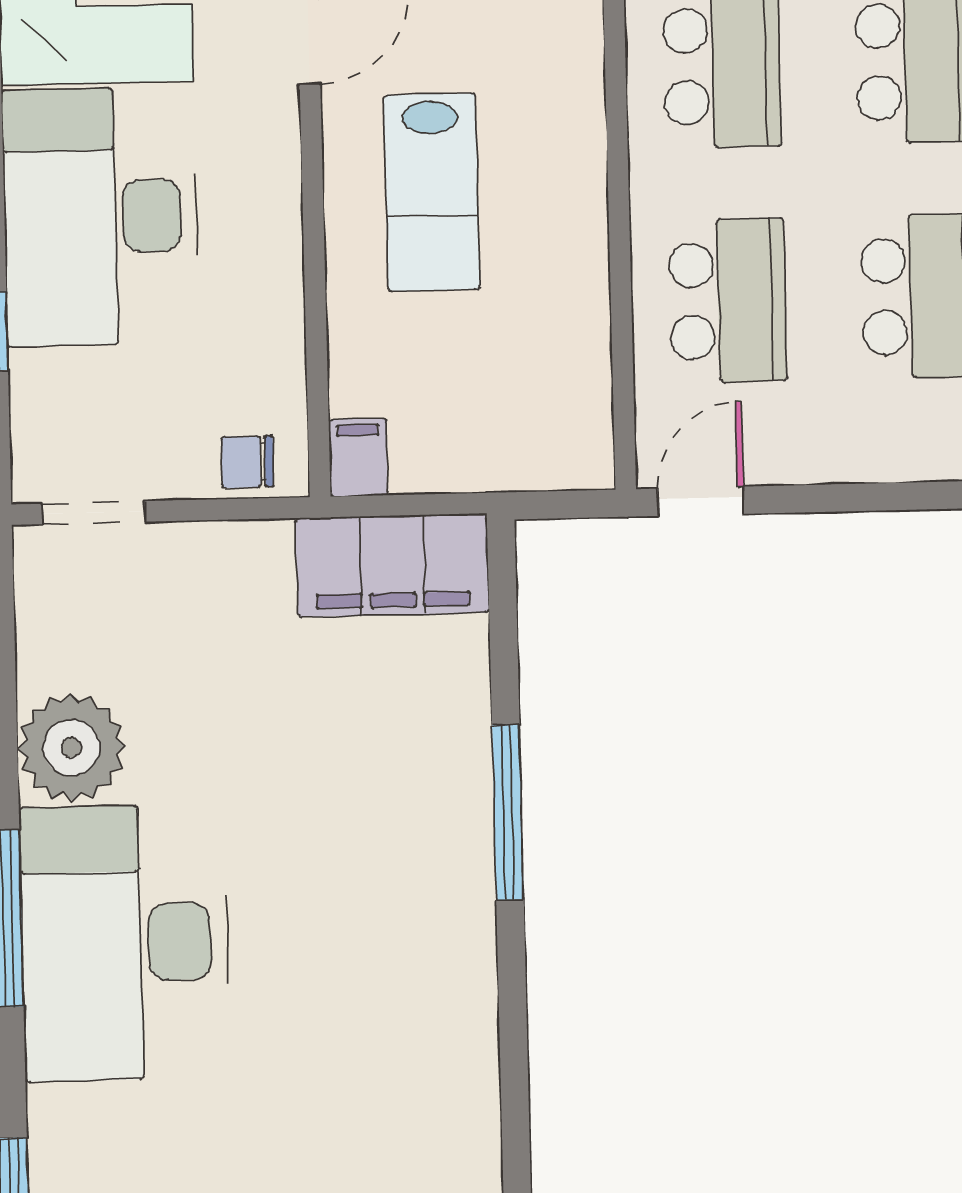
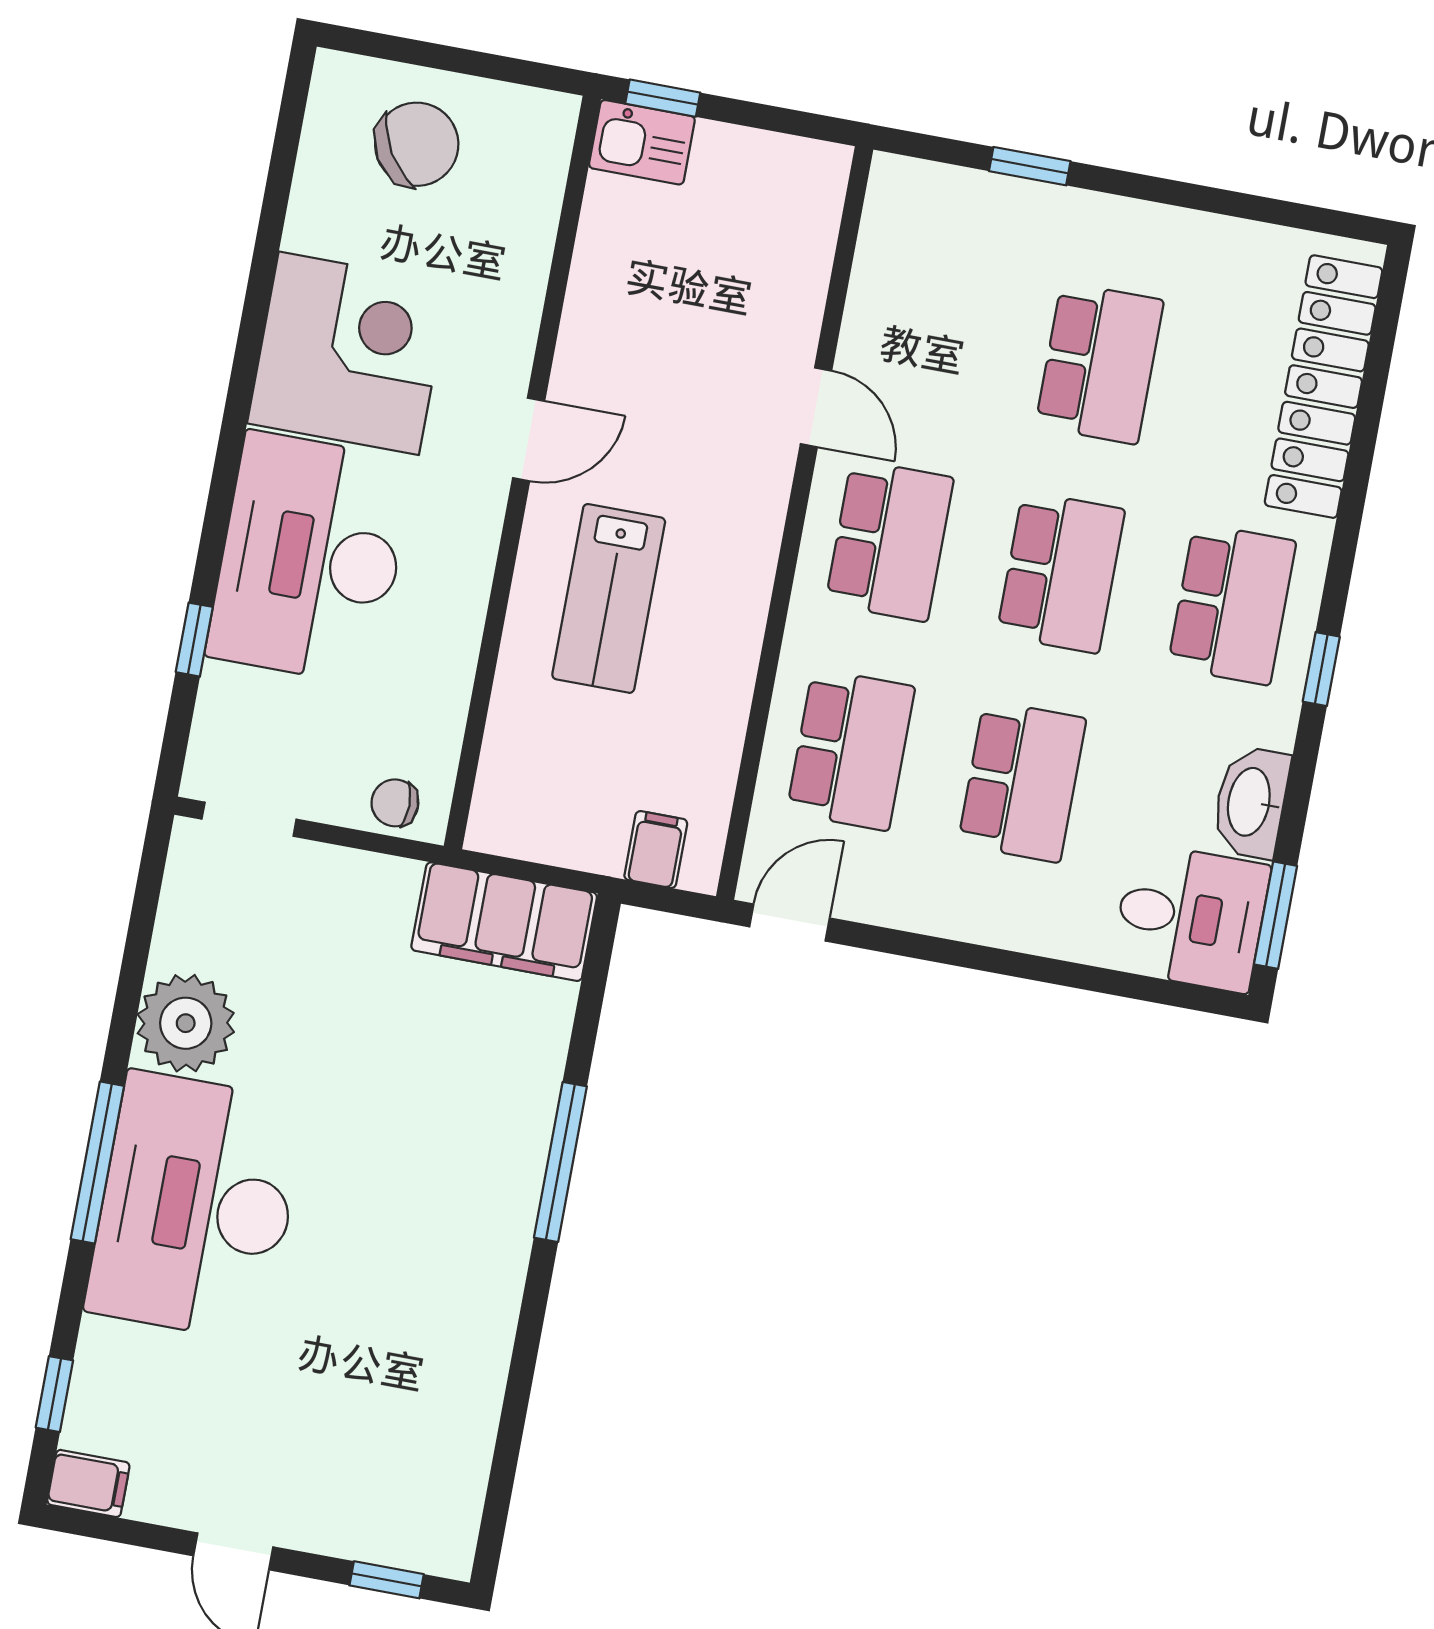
filing cabinet: (358, 457) -> (656, 850), moved

